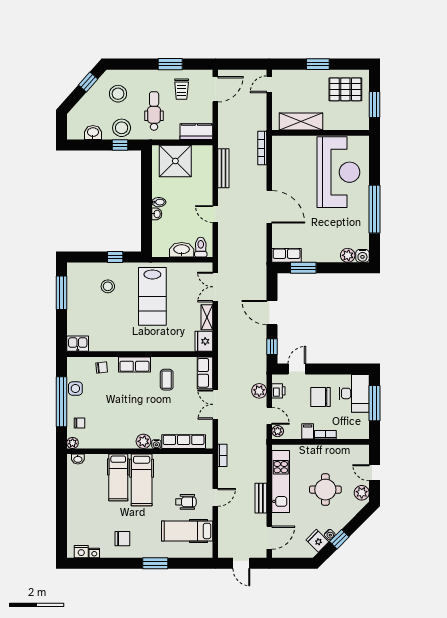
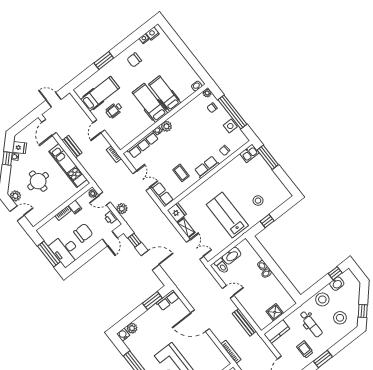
window: (120, 145) -> (335, 273), moved
shower: (175, 161) -> (275, 312), width x0.54, depth x0.54
window: (62, 293) -> (268, 157), moved

